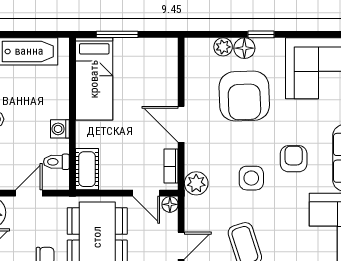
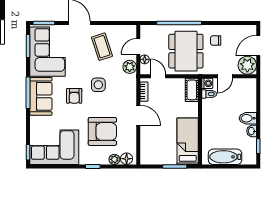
floor lamp: (244, 48) -> (127, 159), moved
armchair: (244, 96) -> (102, 131), turned 92
washing machine: (60, 129) -> (207, 83), moved
plant: (196, 183) -> (130, 67), moved
floor lamp: (170, 204) -> (145, 59), moved

